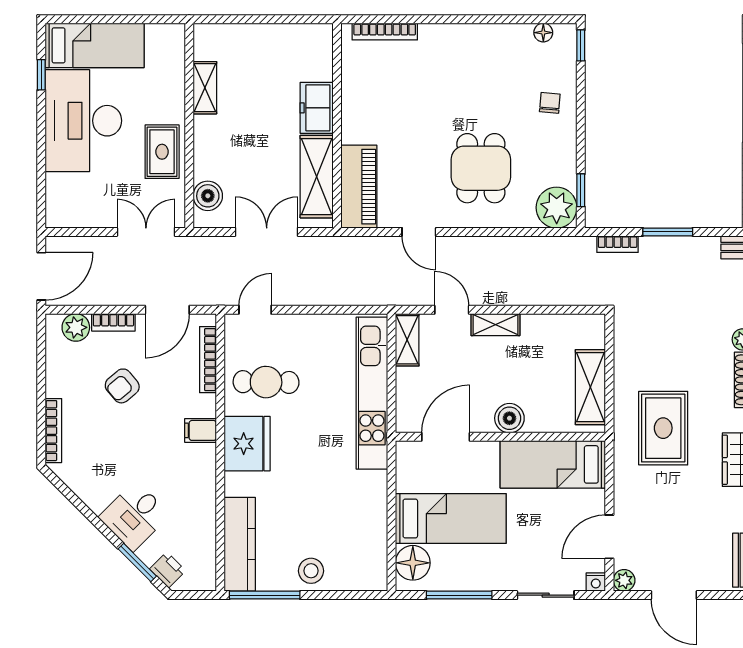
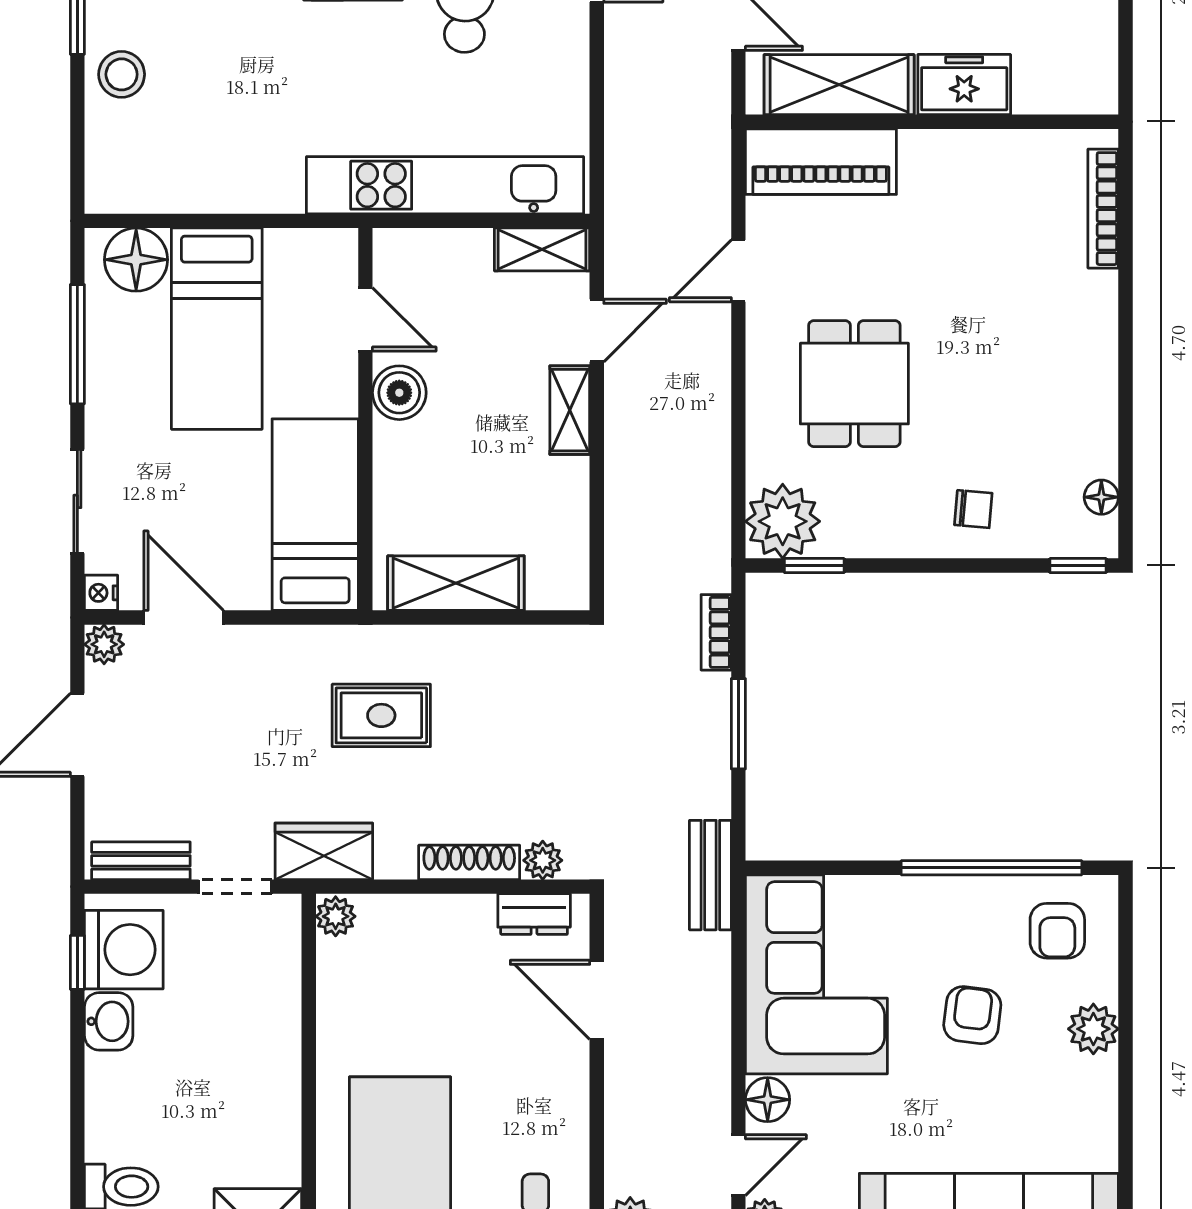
dining table: (481, 168) -> (854, 384), turned 90
boiler: (509, 418) -> (399, 393), moved
rug: (663, 428) -> (381, 715), width x0.73, depth x0.70
door: (446, 437) -> (365, 319), width x0.73

